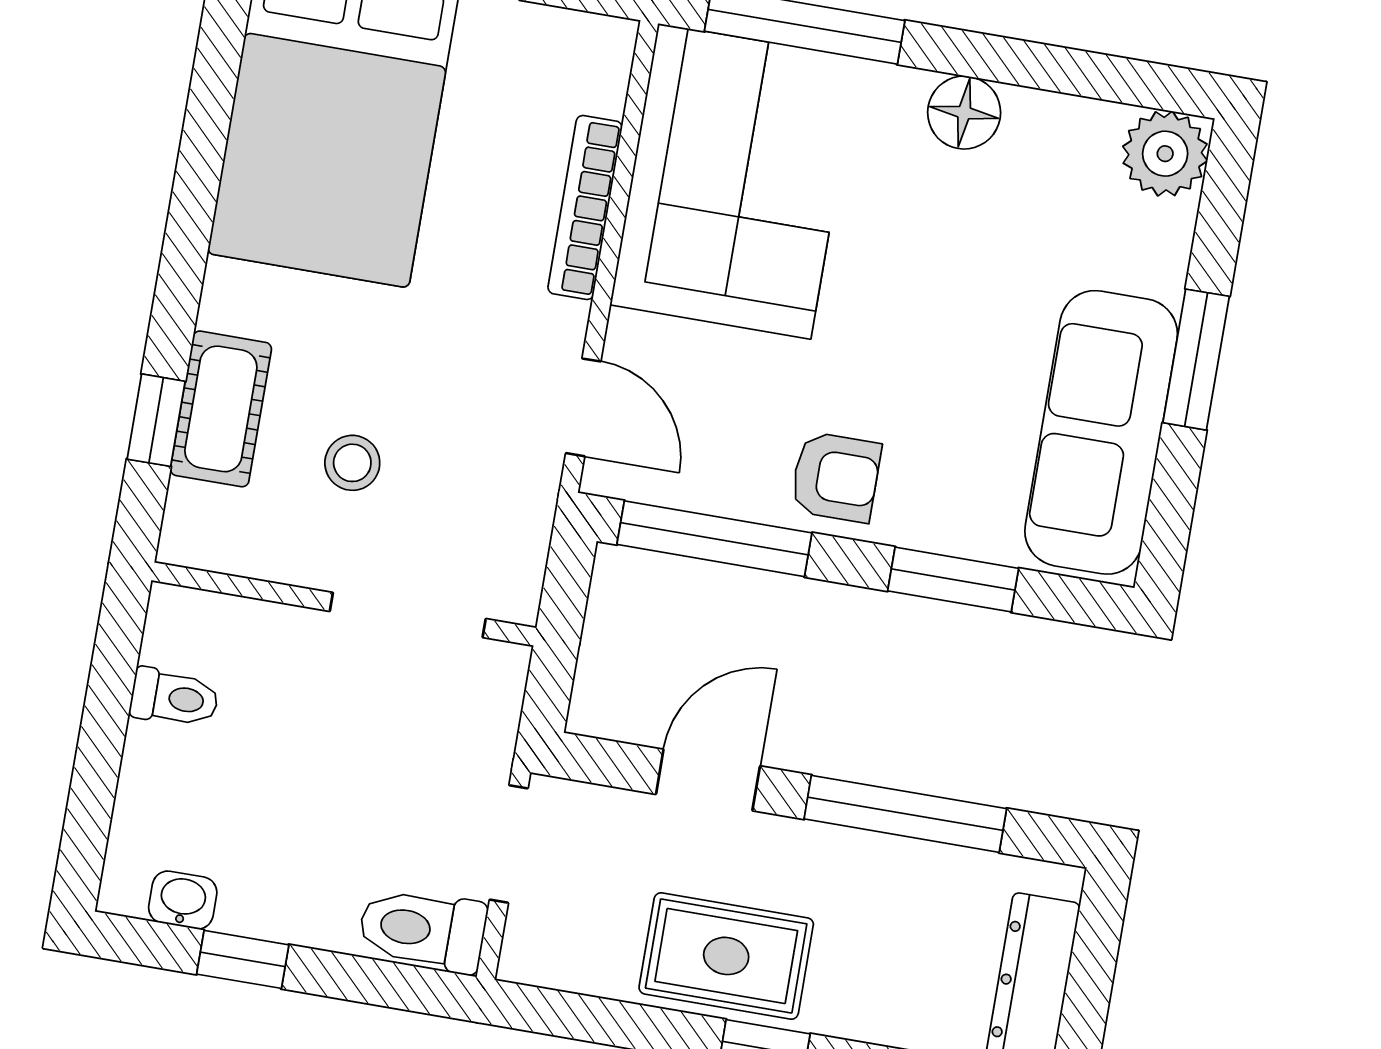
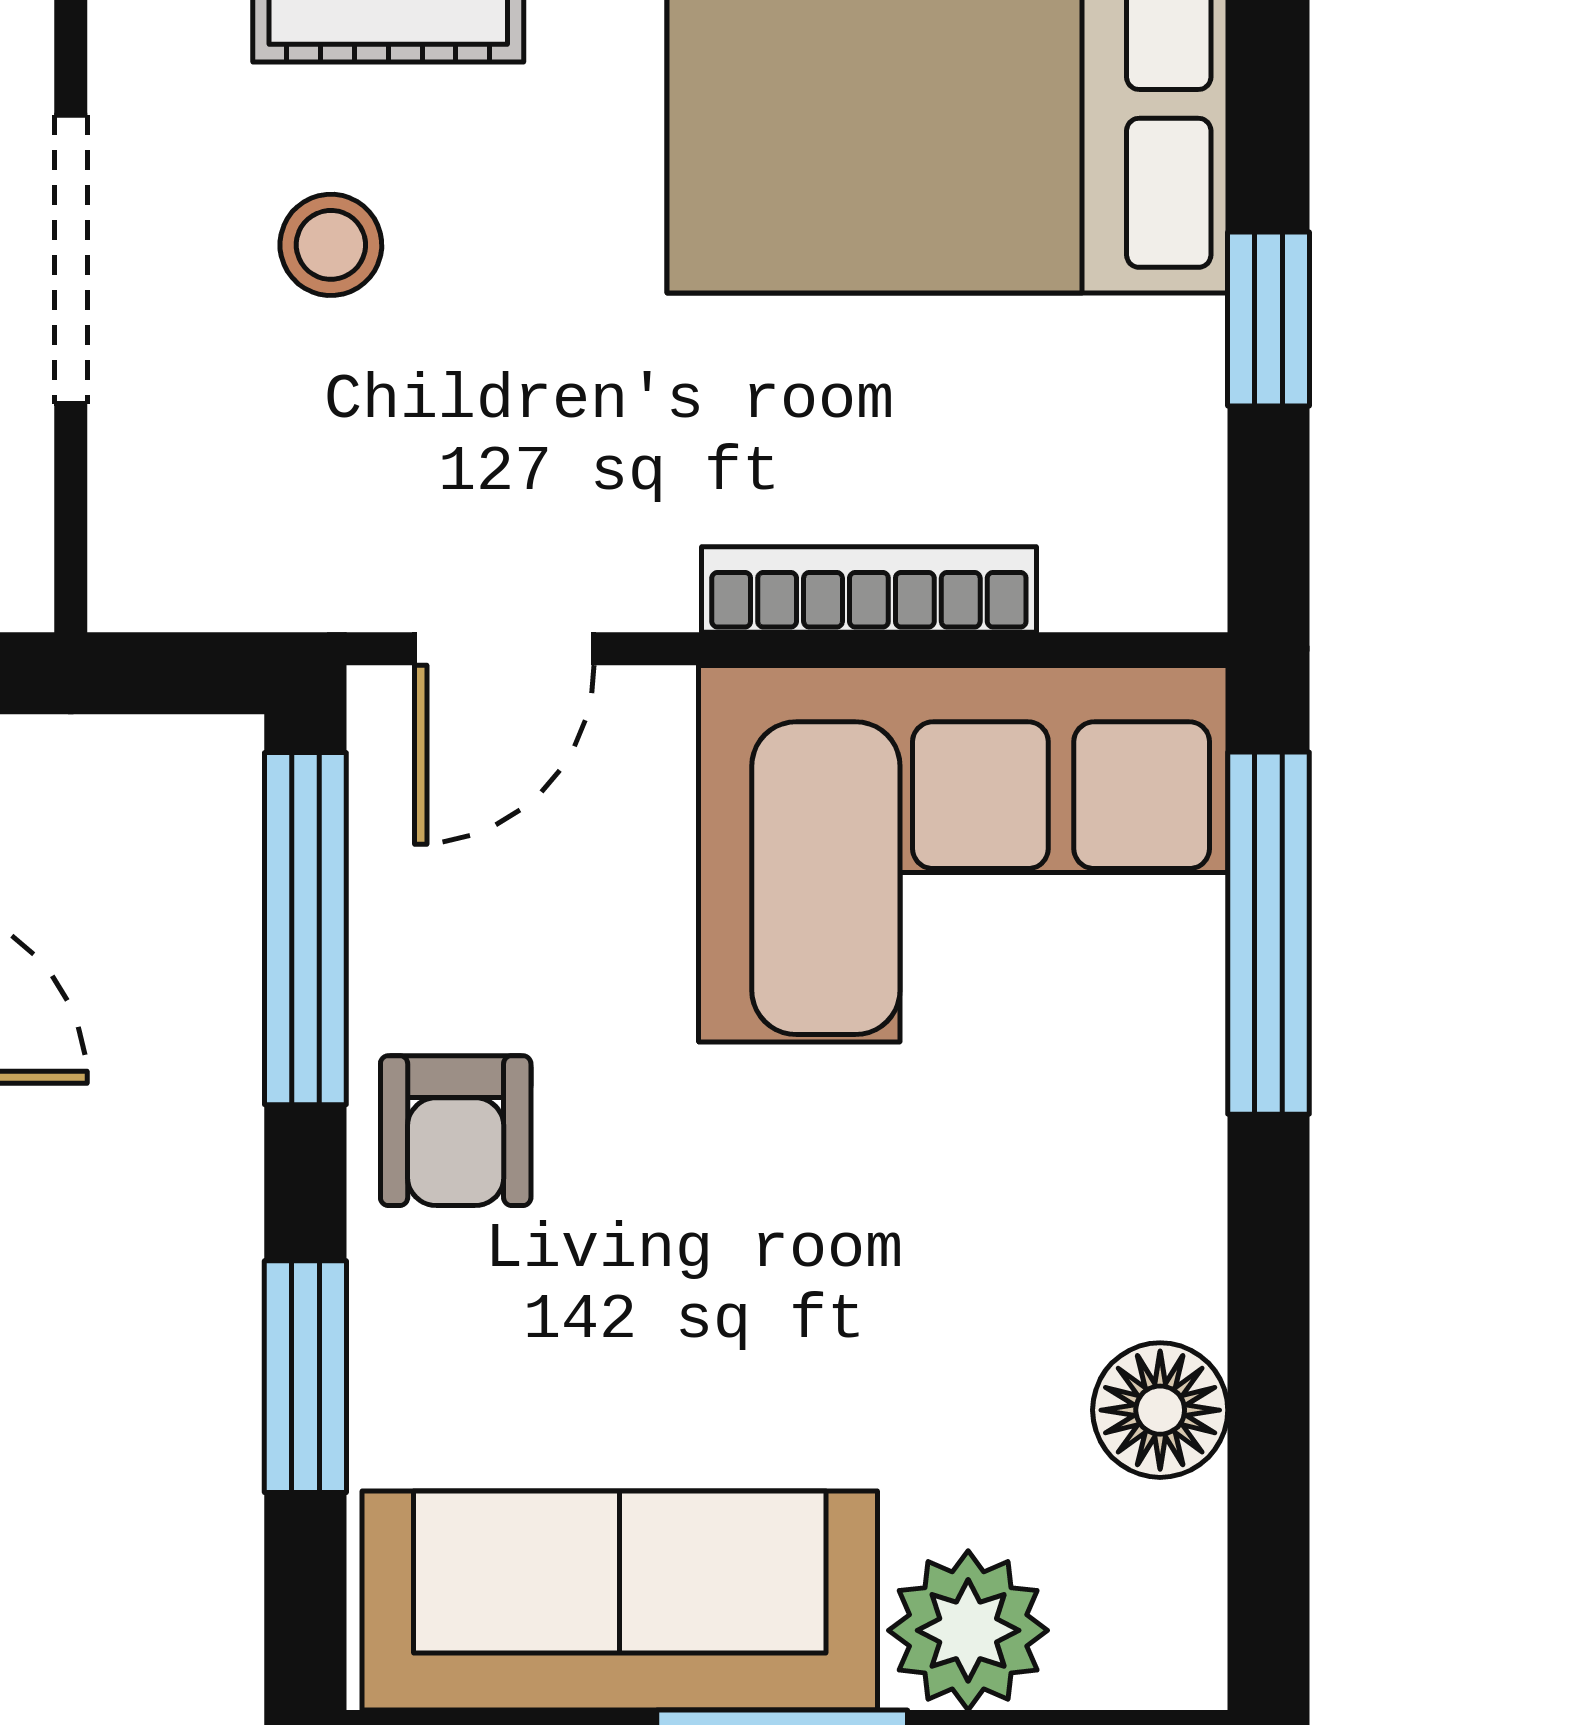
floor lamp: (964, 113) -> (1160, 1410), moved
plant: (1165, 154) -> (968, 1630), moved
doorway: (408, 615) -> (71, 260), moved

